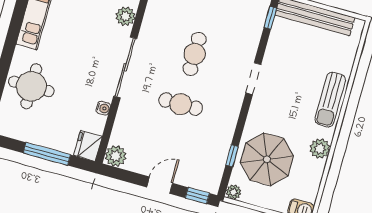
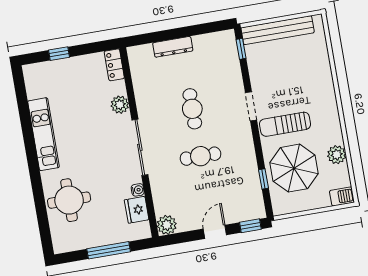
sun lounger: (330, 100) -> (285, 124), moved, turned 90
fridge: (88, 146) -> (137, 210), moved
plant: (320, 149) -> (337, 155), moved
plant: (234, 192) -> (279, 209), removed

